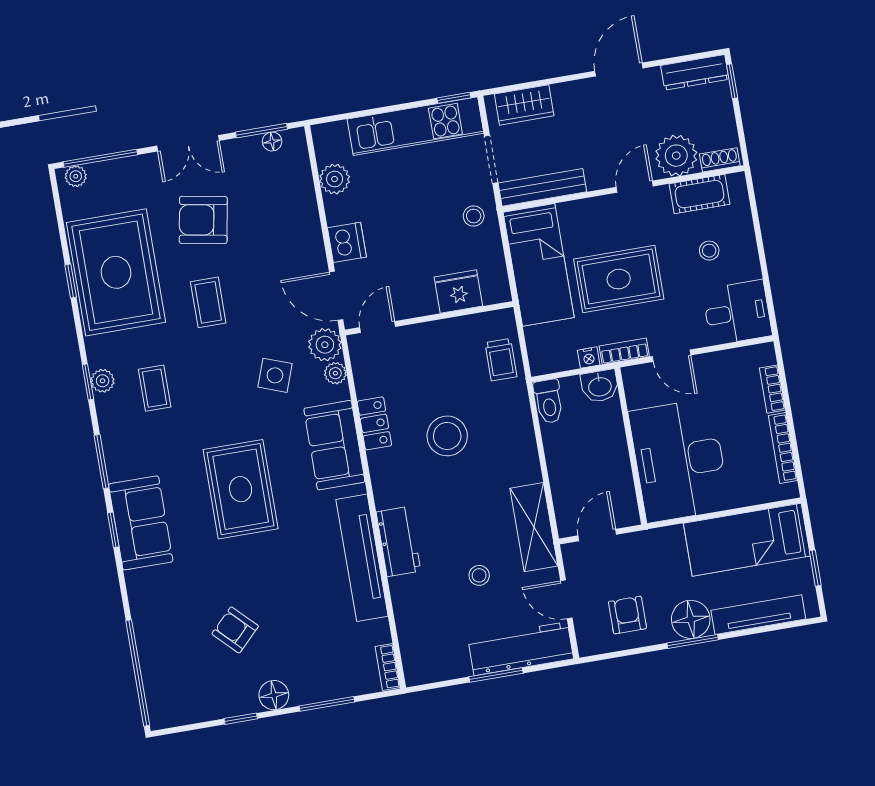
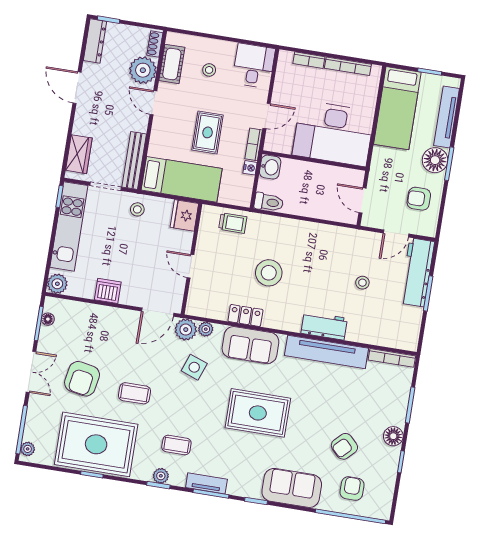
plant: (335, 179) -> (57, 284), moved
dishwasher: (347, 242) -> (108, 291), moved
rug: (619, 279) -> (208, 132), width x0.73, depth x0.70
fridge: (458, 292) -> (184, 215), moved
door: (378, 327) -> (190, 266), moved
tv unit: (114, 450) -> (206, 483), added
sofa: (141, 523) -> (292, 488), moved
shelving: (534, 527) -> (344, 238), removed
armchair: (178, 662) -> (352, 489), added
bookcase: (388, 667) -> (392, 358), width x1.56

